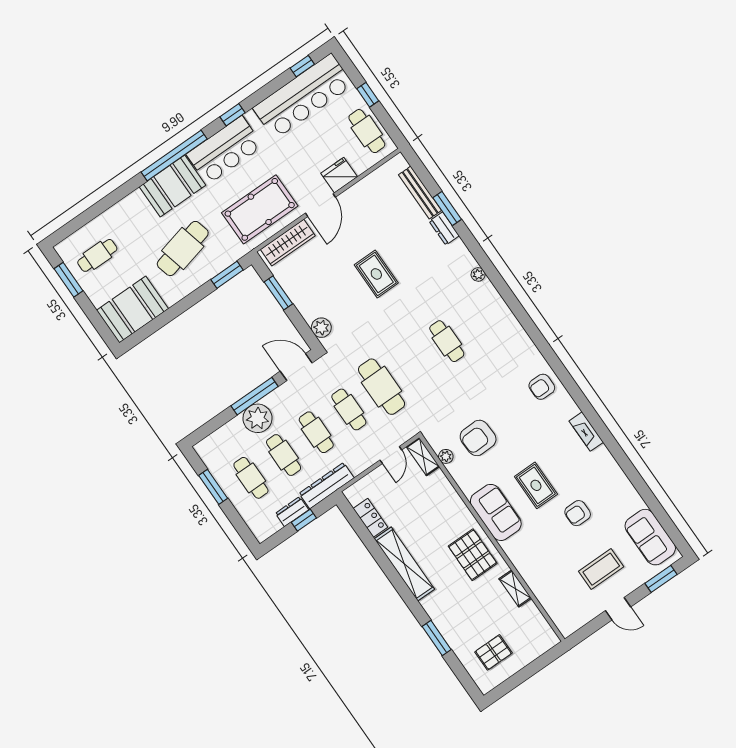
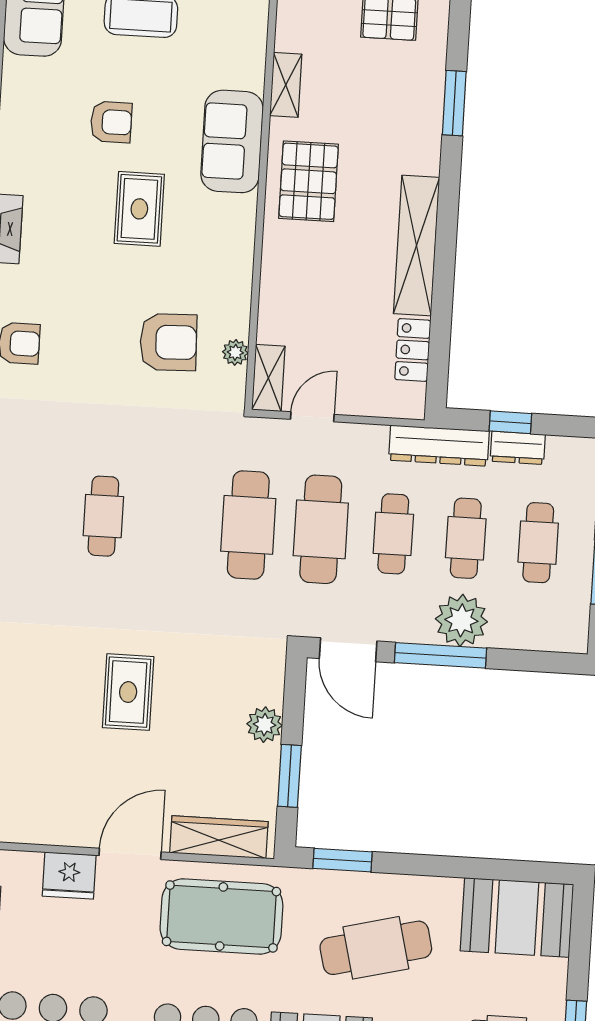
plant: (321, 328) -> (265, 725), moved
cafe table: (349, 409) -> (321, 529), width x1.37, depth x1.35
sofa: (496, 512) -> (232, 141), moved

